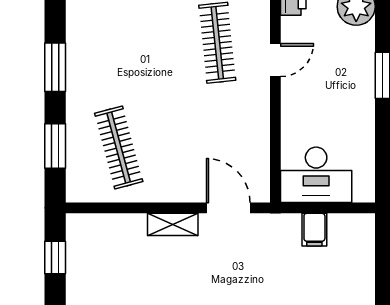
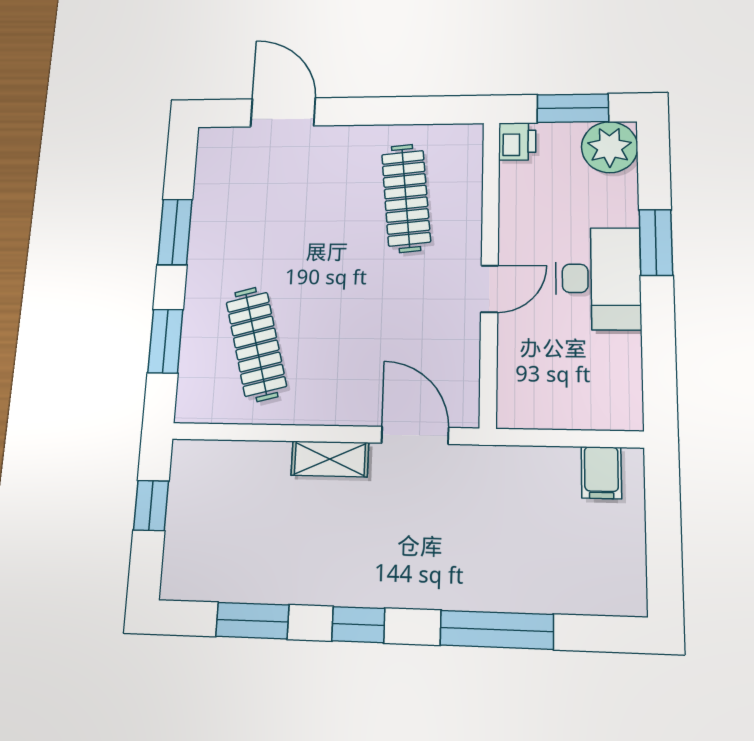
door: (275, 60) -> (489, 289), moved
desk: (316, 175) -> (598, 278), moved, turned -90
filing cabinet: (314, 230) -> (601, 473), moved

